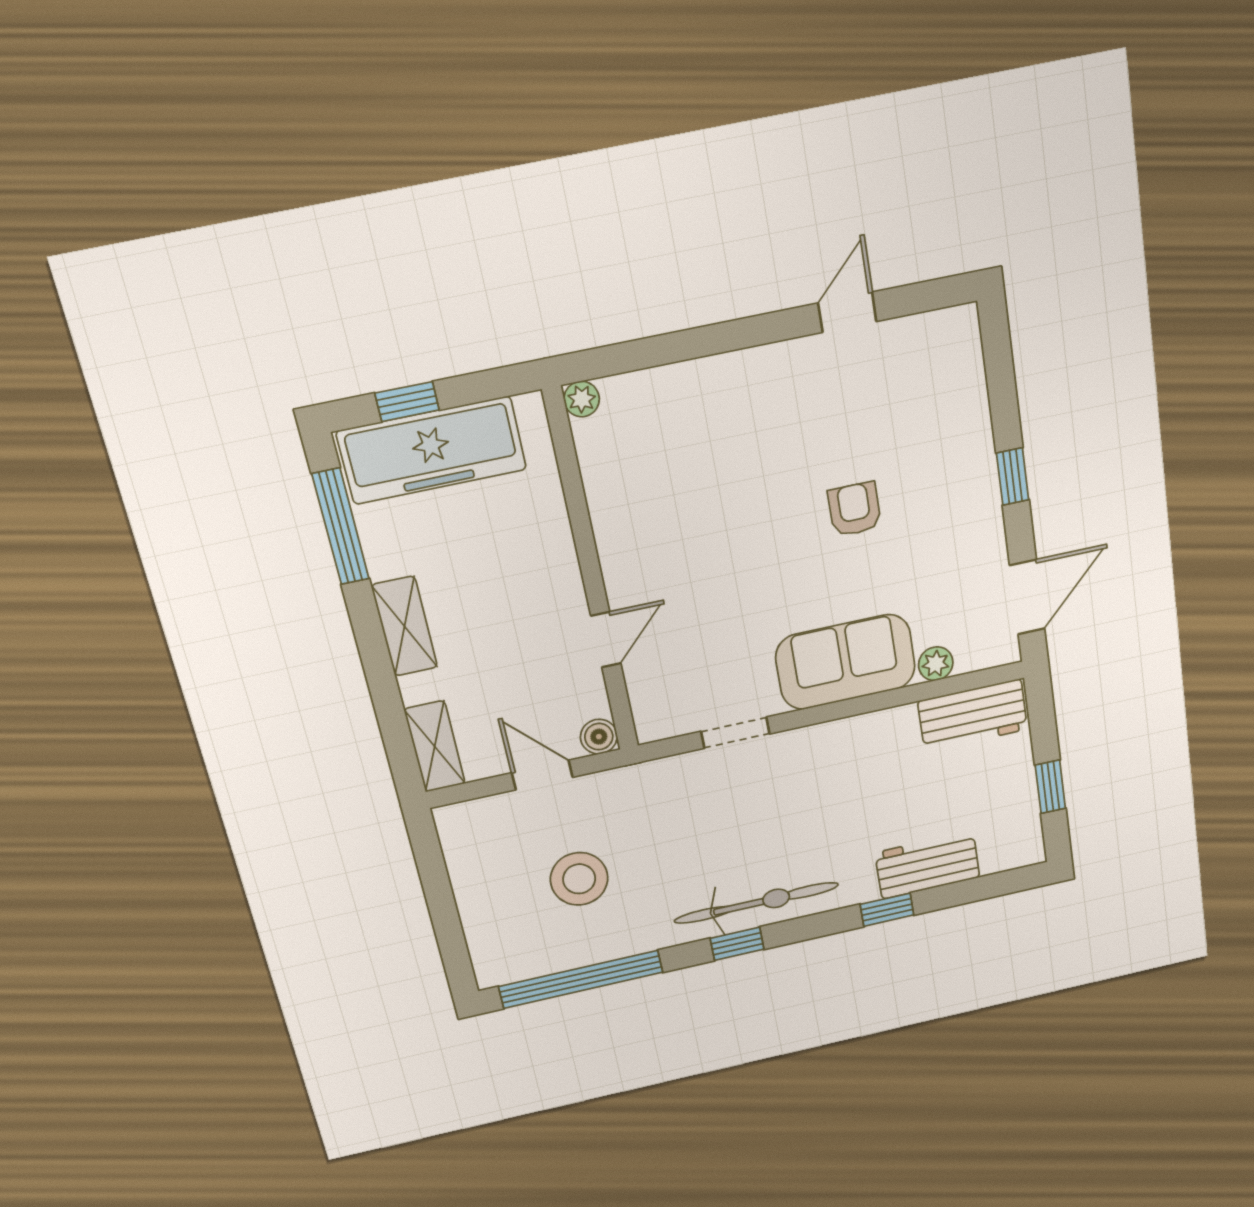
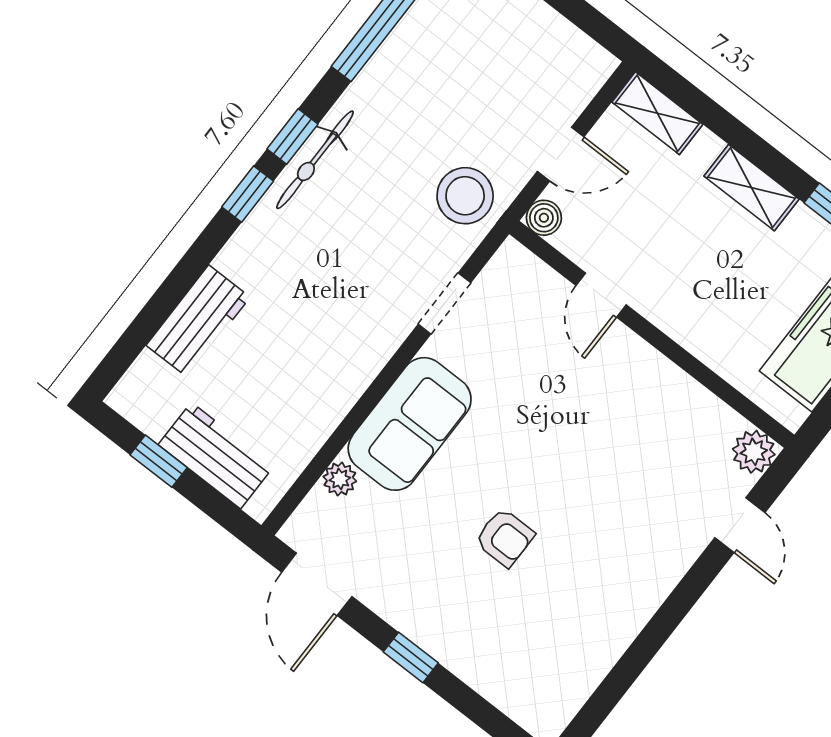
door: (847, 312) -> (740, 525), moved
plant: (582, 399) -> (754, 452), width x1.38, depth x1.38
workbench: (973, 715) -> (216, 456), moved, turned 90
stool: (579, 879) -> (465, 196), moved
bicycle: (756, 903) -> (315, 160), width x0.73, depth x0.71
window: (887, 910) -> (248, 194), moved

